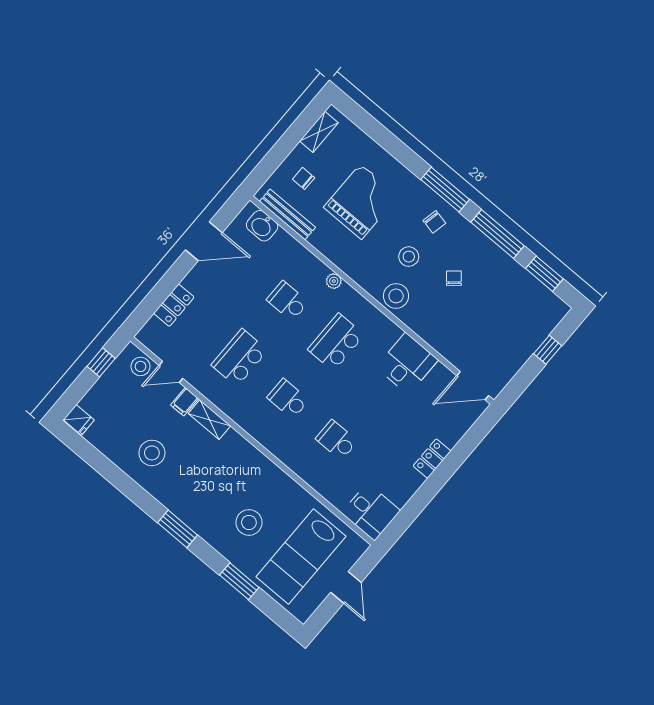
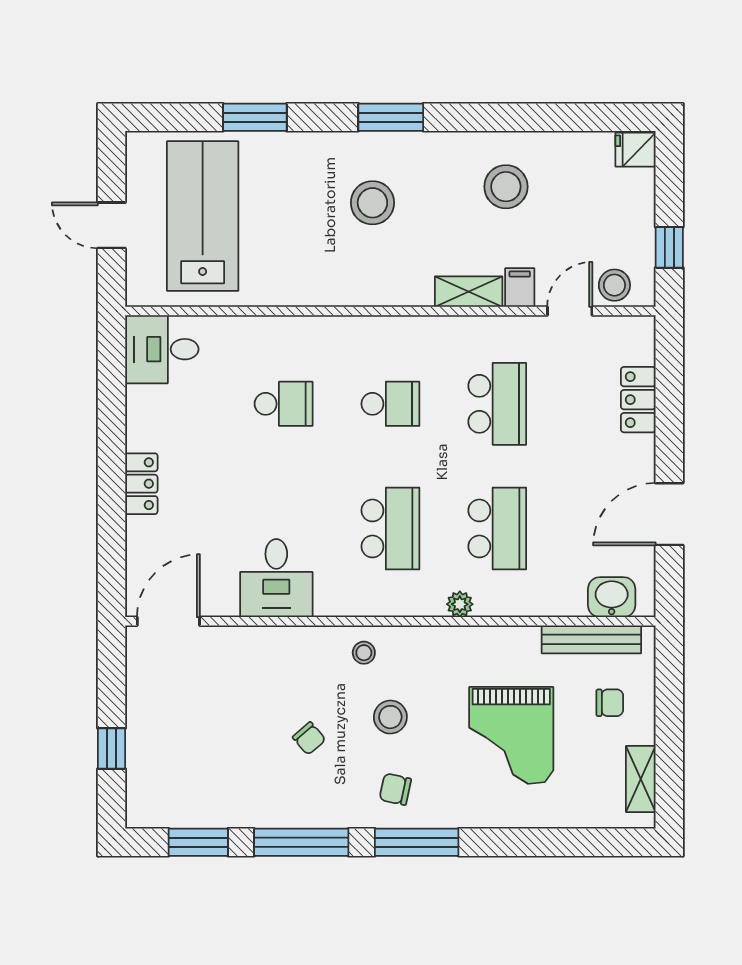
stool: (396, 296) -> (364, 653), width x0.53, depth x0.53
school desk: (288, 301) -> (497, 528), width x1.85
stool: (249, 522) -> (372, 203), moved

